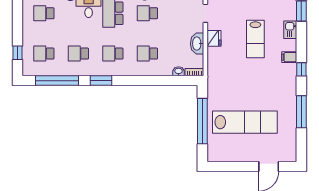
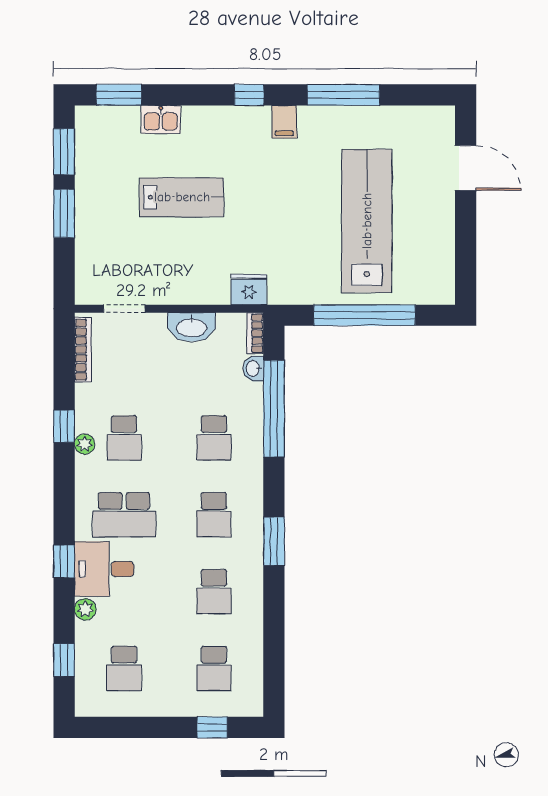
fridge: (214, 38) -> (249, 289), moved
filing cabinet: (289, 57) -> (284, 122), moved
window: (57, 81) -> (274, 409), moved

